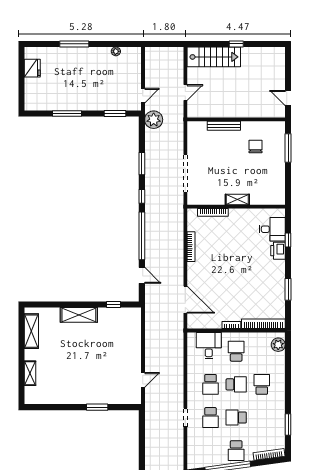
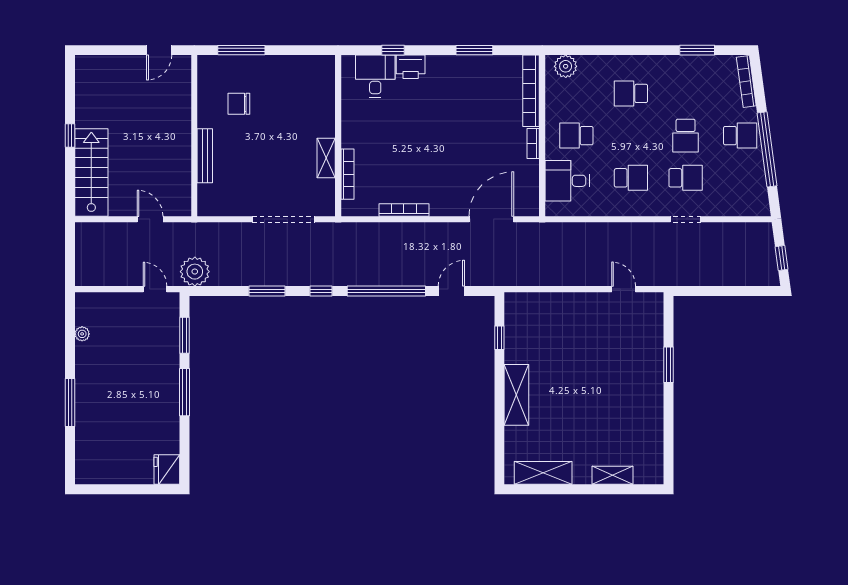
fridge: (32, 68) -> (167, 470), moved, turned -90
window: (67, 114) -> (185, 392), moved
shelving: (237, 199) -> (326, 158), moved
school desk: (236, 384) -> (631, 136), removed

